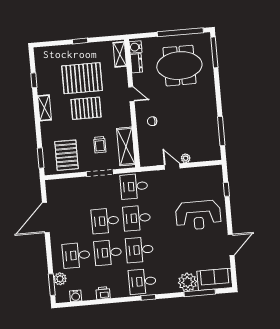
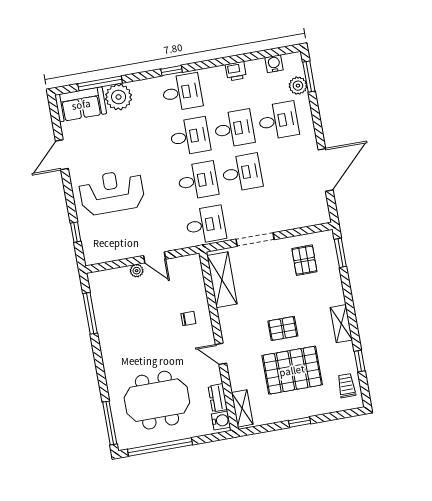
pallet: (86, 108) -> (283, 328), width x0.67, depth x0.71
trolley: (100, 145) -> (347, 386), moved
pallet: (66, 155) -> (304, 260), width x0.67, depth x0.71

